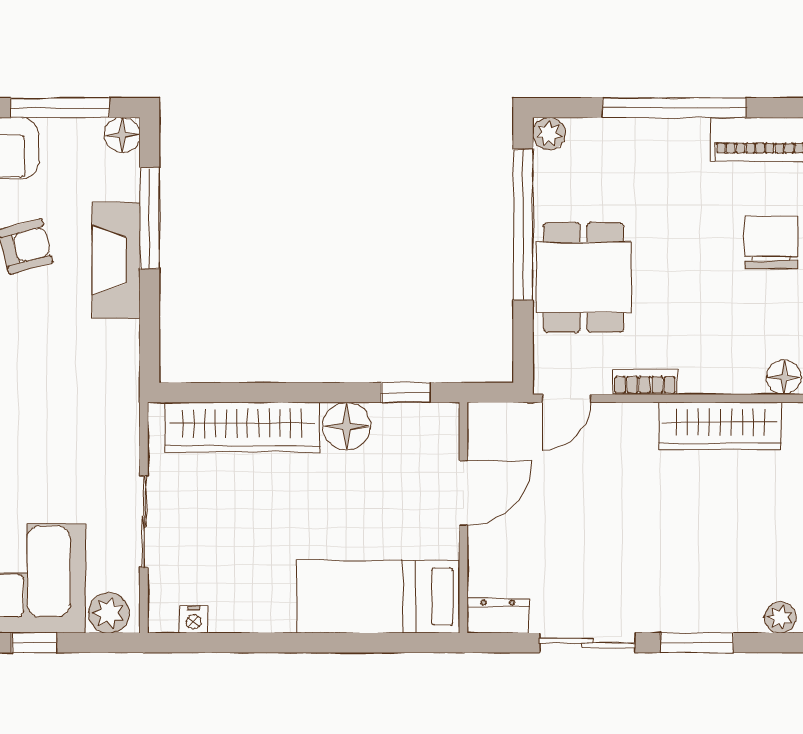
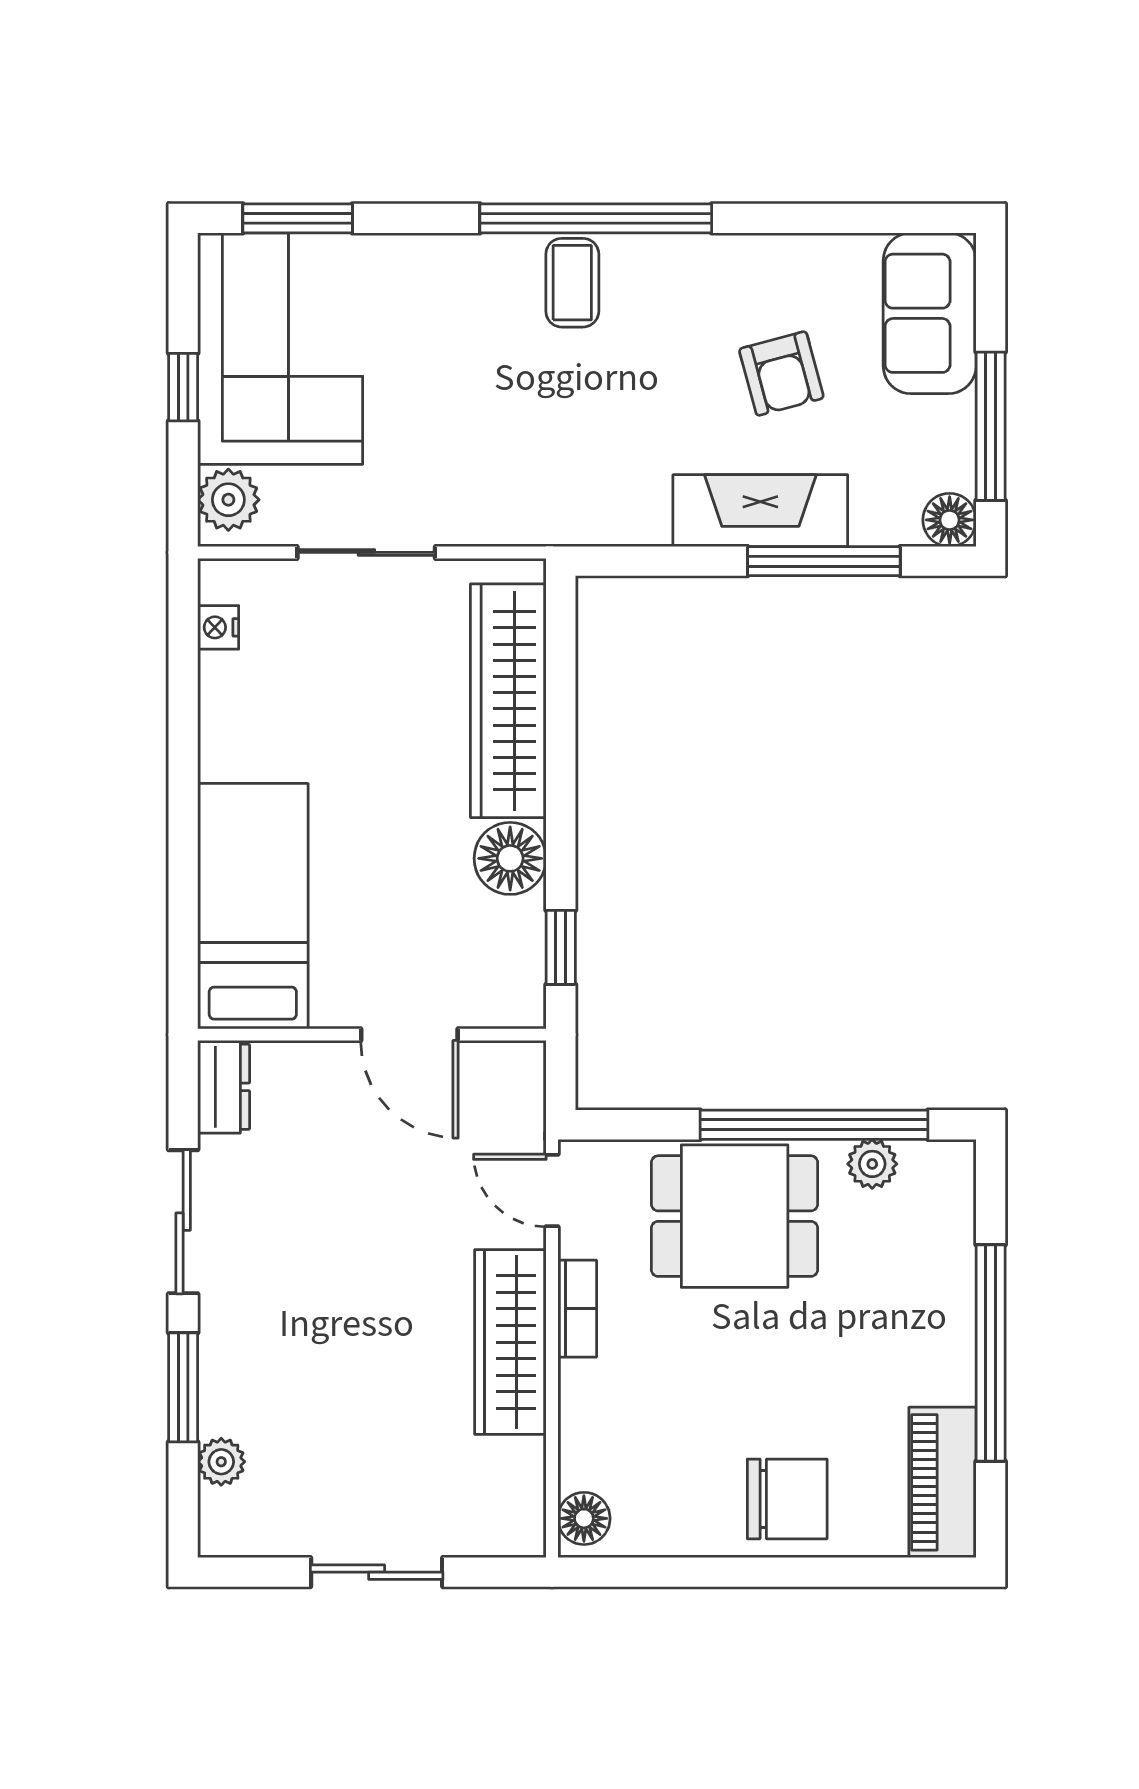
plant: (549, 134) -> (872, 1164), moved
wardrobe: (720, 426) -> (510, 1342), moved
plant: (780, 618) -> (221, 1462), moved

